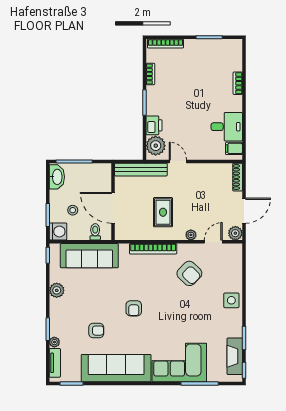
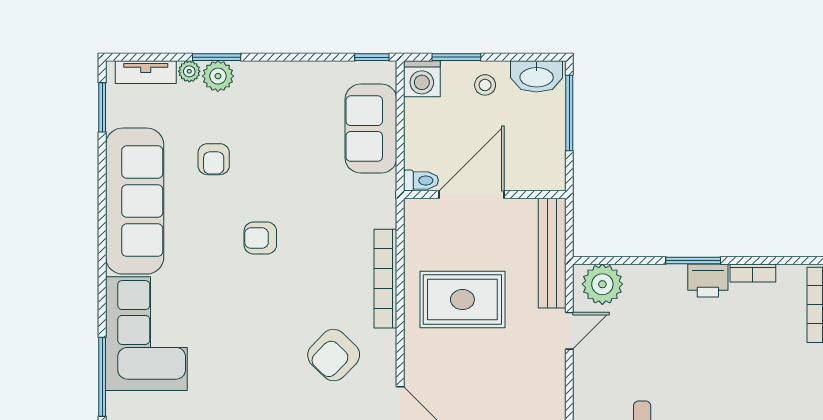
printer: (154, 125) -> (708, 281), moved
stool: (73, 210) -> (485, 85), moved
rug: (163, 212) -> (462, 300), width x1.36, depth x1.43
toilet: (95, 232) -> (421, 180), moved
plant: (191, 235) -> (415, 358), removed
sofa: (89, 256) -> (371, 129), width x0.73
plant: (57, 290) -> (218, 76), moved

